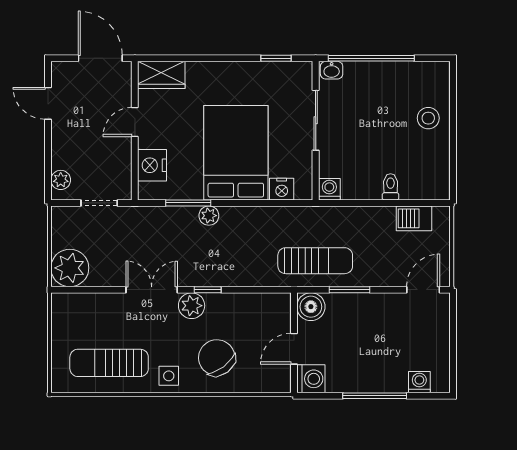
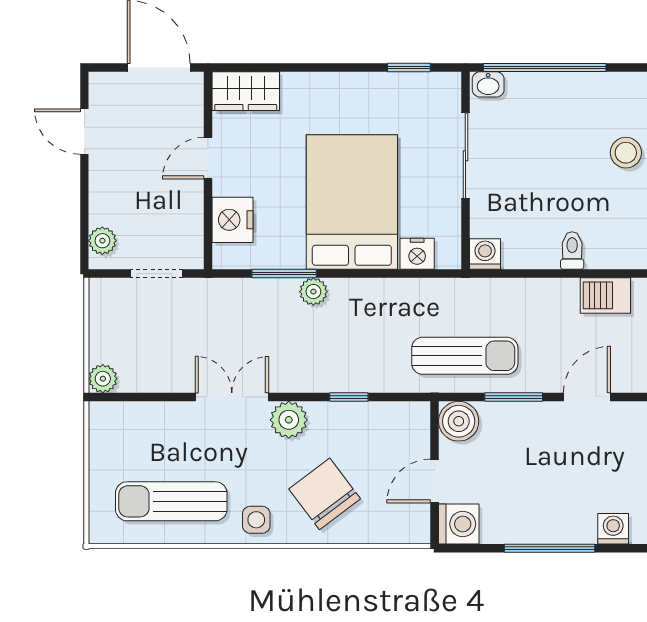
plant: (70, 268) -> (103, 379), width x0.53, depth x0.53
window: (208, 290) -> (349, 397), moved
door: (423, 290) -> (587, 397), moved

